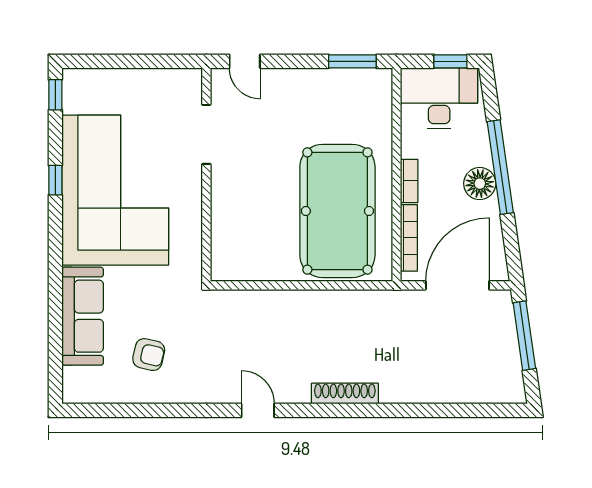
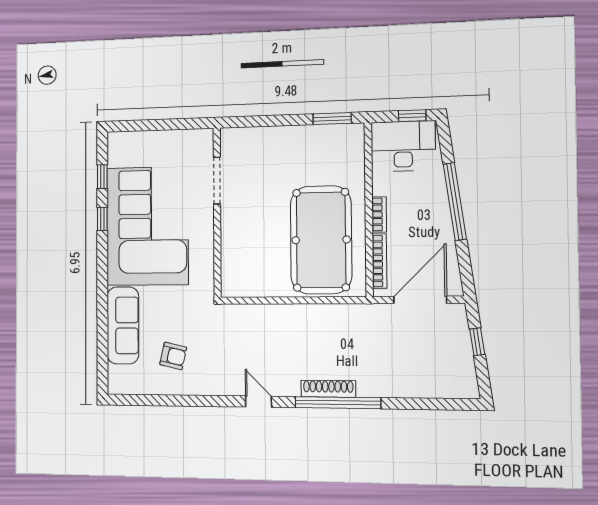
door: (245, 61) -> (247, 122), removed
window: (55, 95) -> (102, 177), moved
floor lamp: (480, 184) -> (438, 215), removed
window: (524, 336) -> (477, 342), width x0.46
window: (356, 410) -> (338, 403), added

